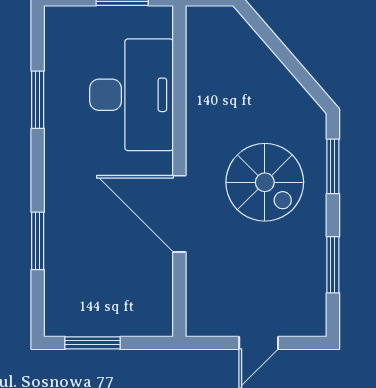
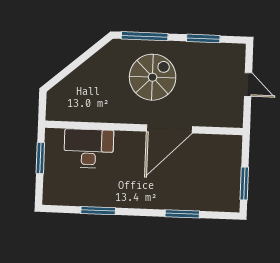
desk: (131, 95) -> (89, 149), width x0.73, depth x0.77
window: (333, 166) -> (145, 36), width x1.44

